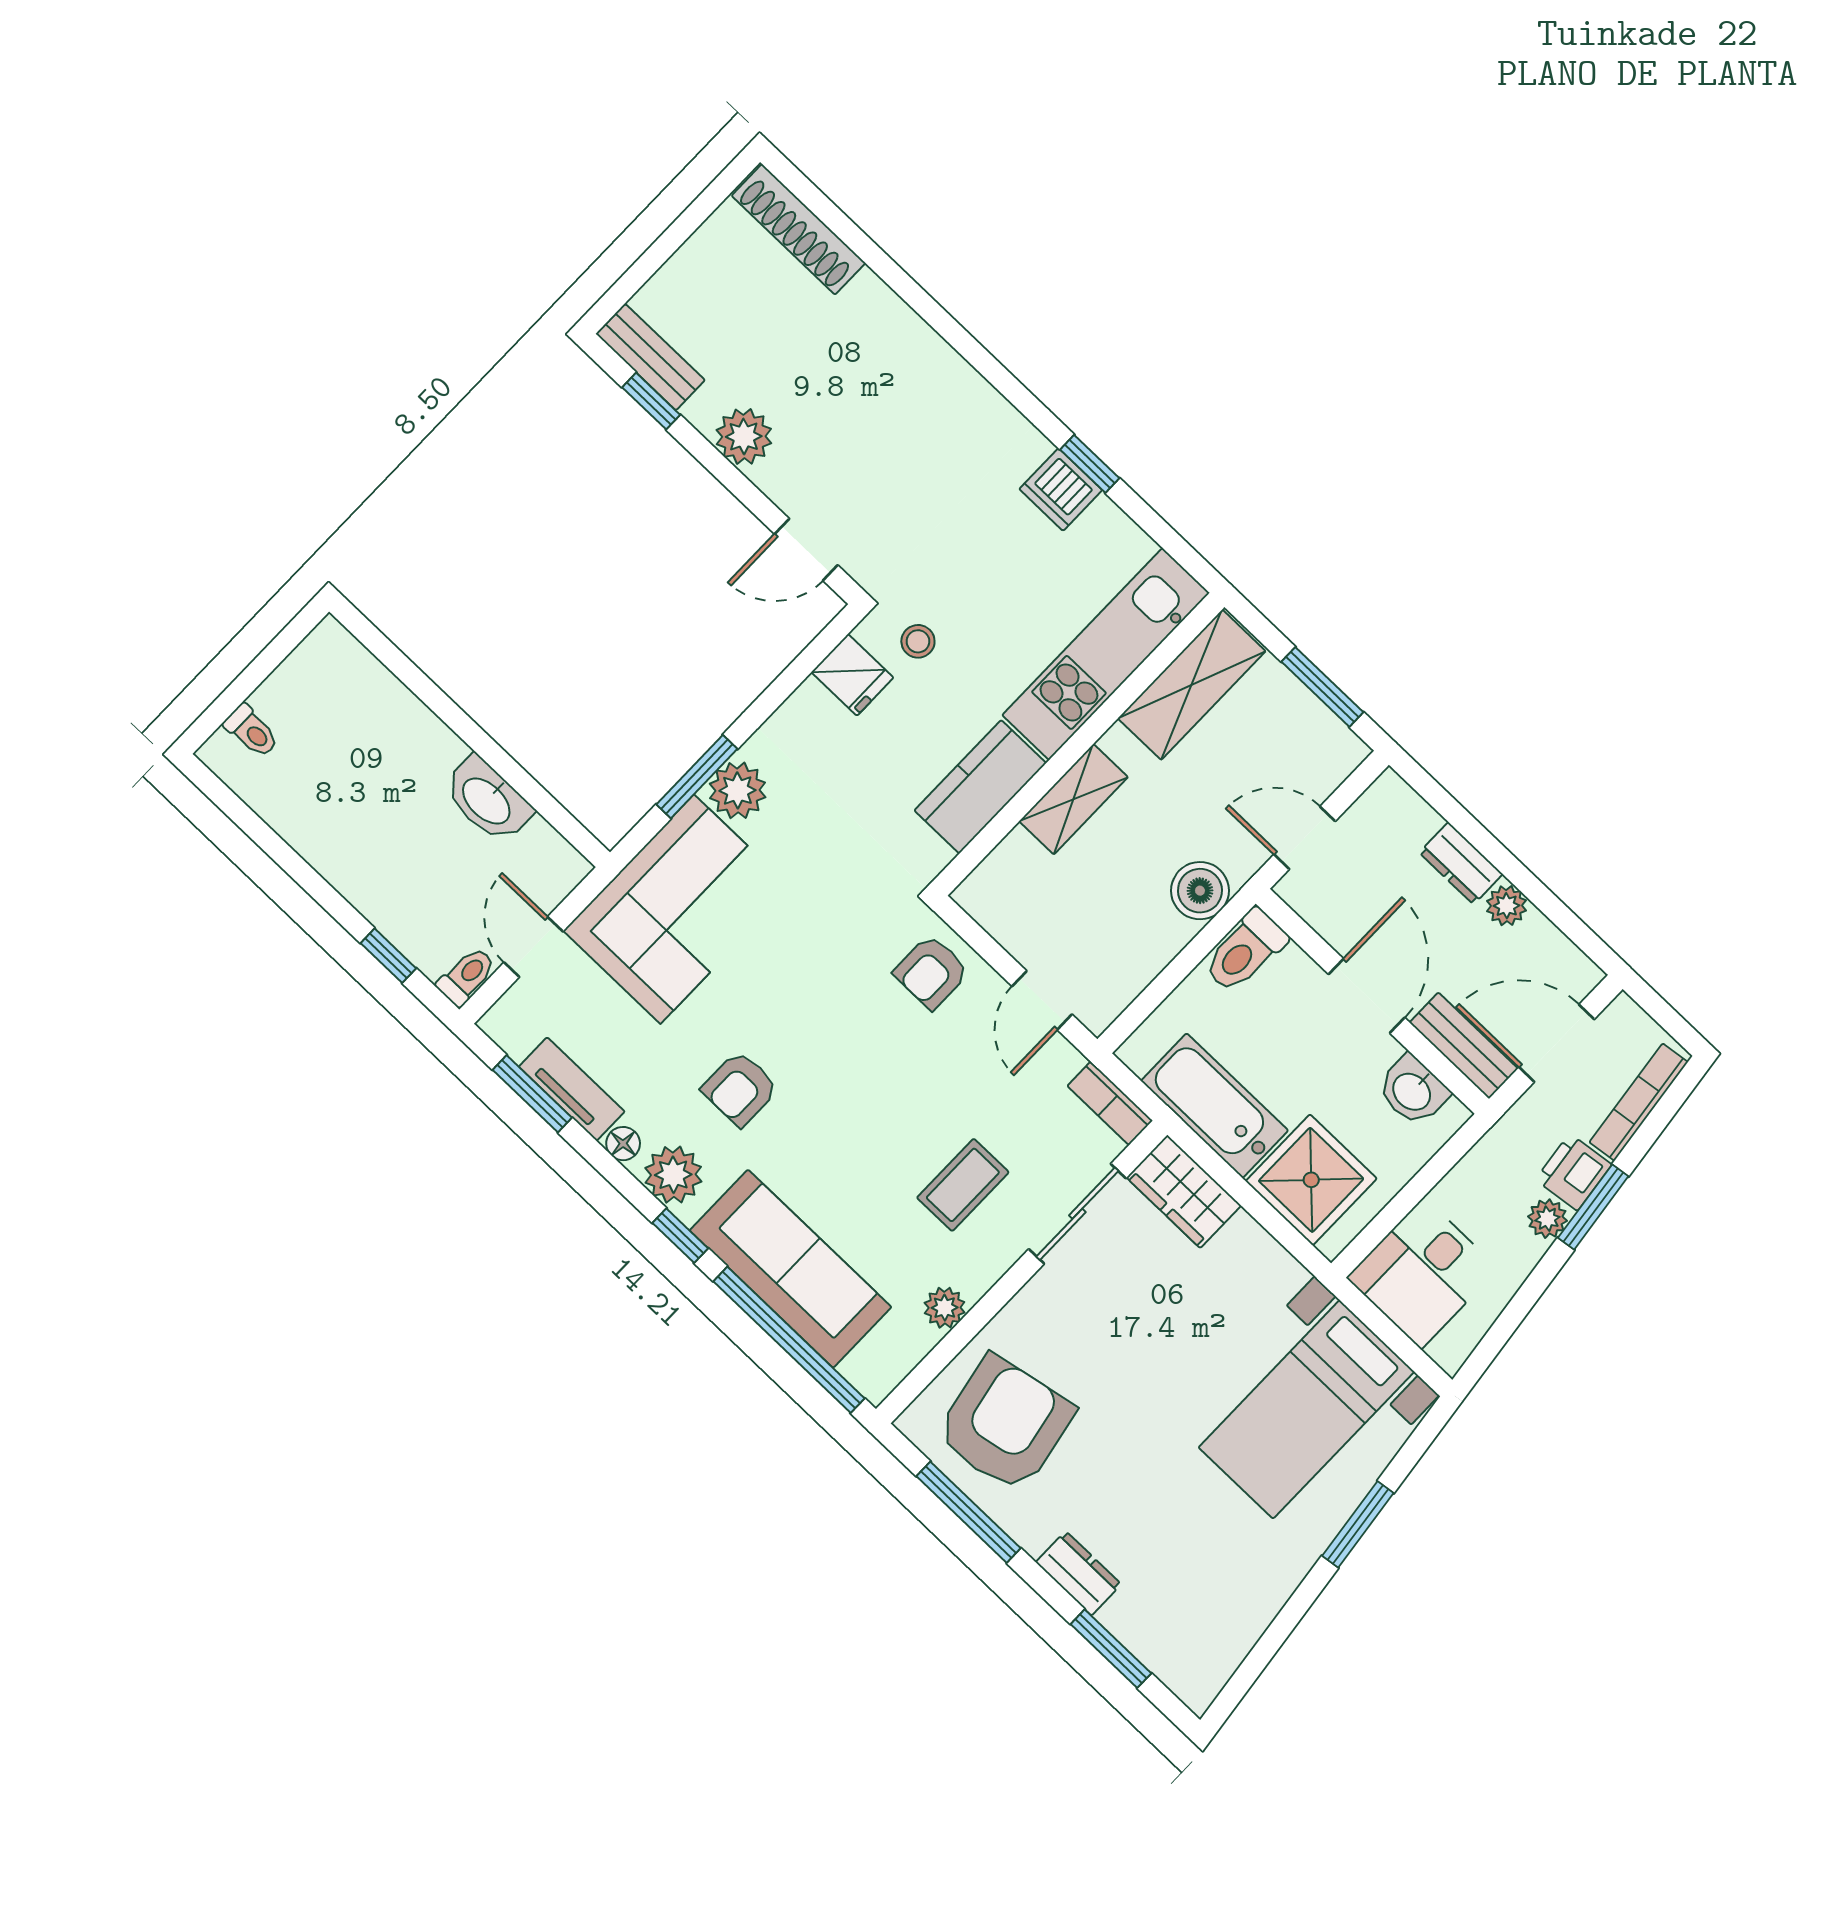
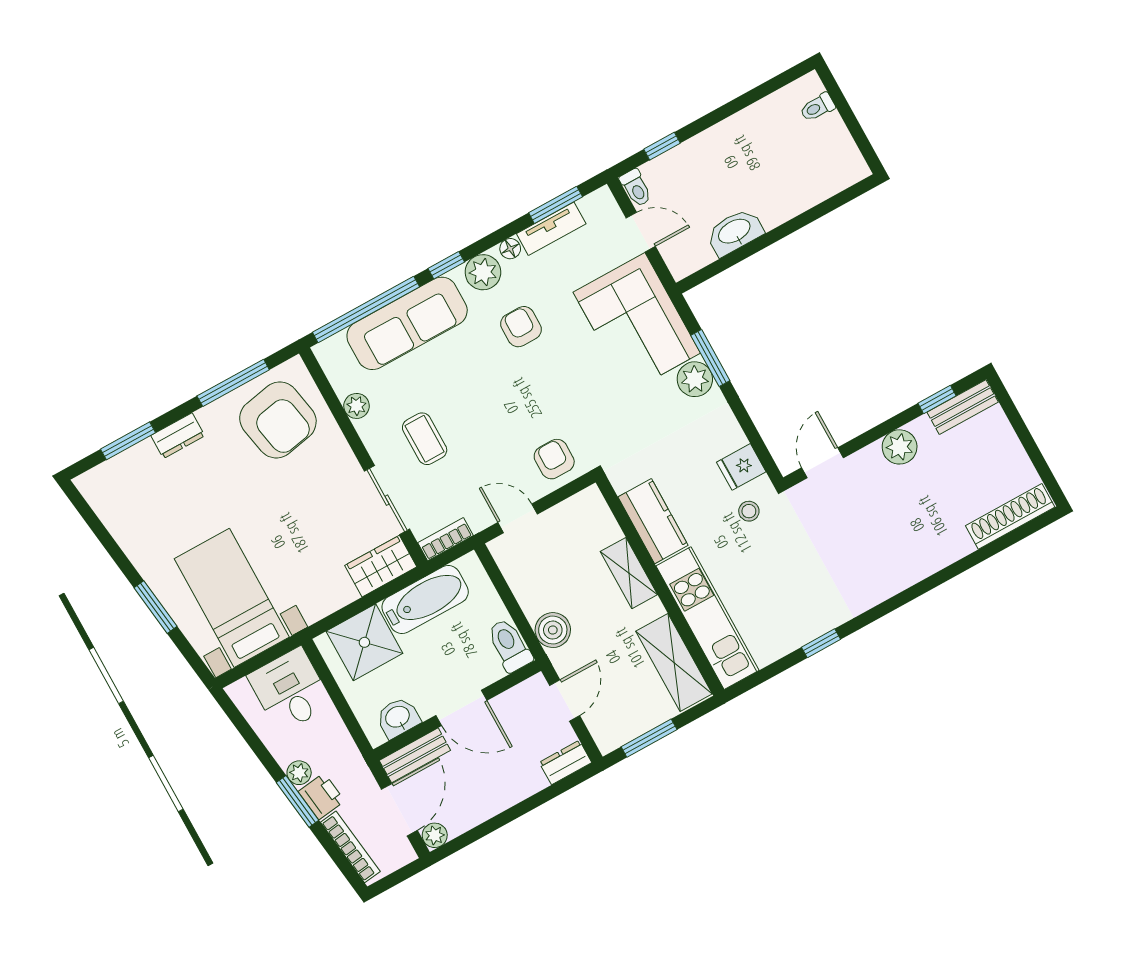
dishwasher: (1061, 490) -> (811, 622), removed
dresser: (1461, 863) -> (565, 762), moved
plant: (1507, 906) -> (435, 835), moved

